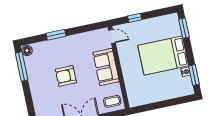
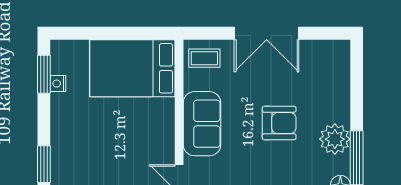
bed: (163, 56) -> (132, 68), moved, turned 180
plant: (35, 74) -> (335, 139), added

